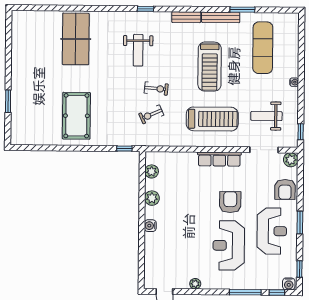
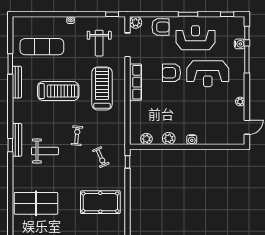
bench: (186, 17) -> (17, 140), moved, width x1.36
exercise bike: (151, 114) -> (101, 157), moved
water cooler: (289, 284) -> (240, 44), moved

